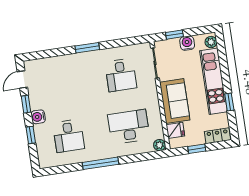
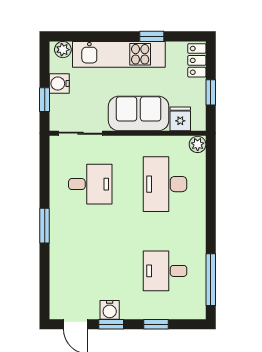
water cooler: (38, 117) -> (110, 310), moved
desk: (69, 136) -> (165, 271), turned 180
window: (100, 163) -> (211, 280), moved

